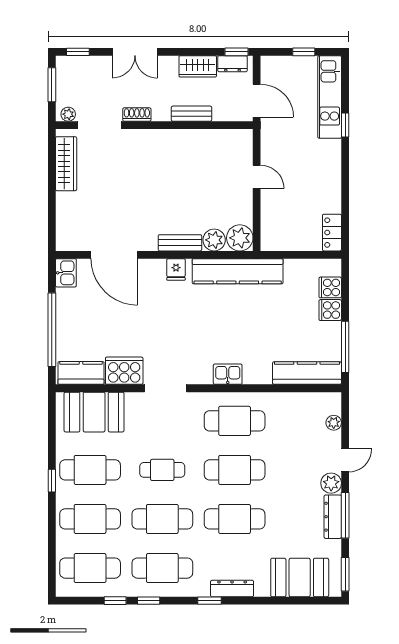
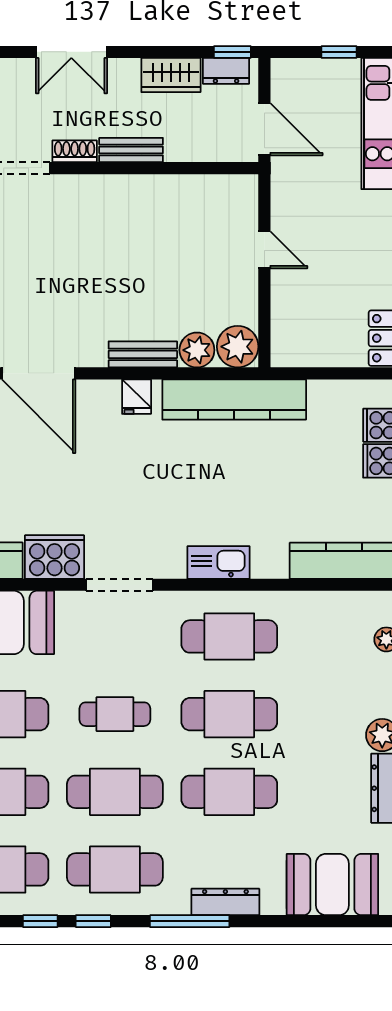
bench: (191, 114) -> (131, 150), moved
kitchen sink: (228, 374) -> (219, 562), width x1.38
window: (210, 601) -> (190, 921), width x2.17

